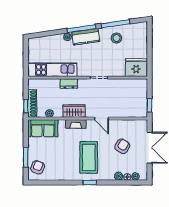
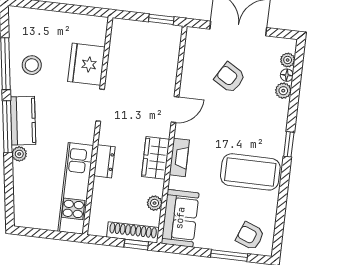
fridge: (136, 68) -> (86, 64), moved
coffee table: (89, 157) -> (250, 172), moved

